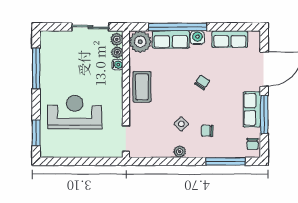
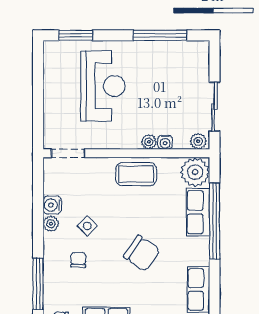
water cooler: (197, 38) -> (52, 205), moved, turned 180
plant: (117, 52) -> (149, 142), moved
chair: (202, 82) -> (142, 253), width x1.87, depth x1.87

